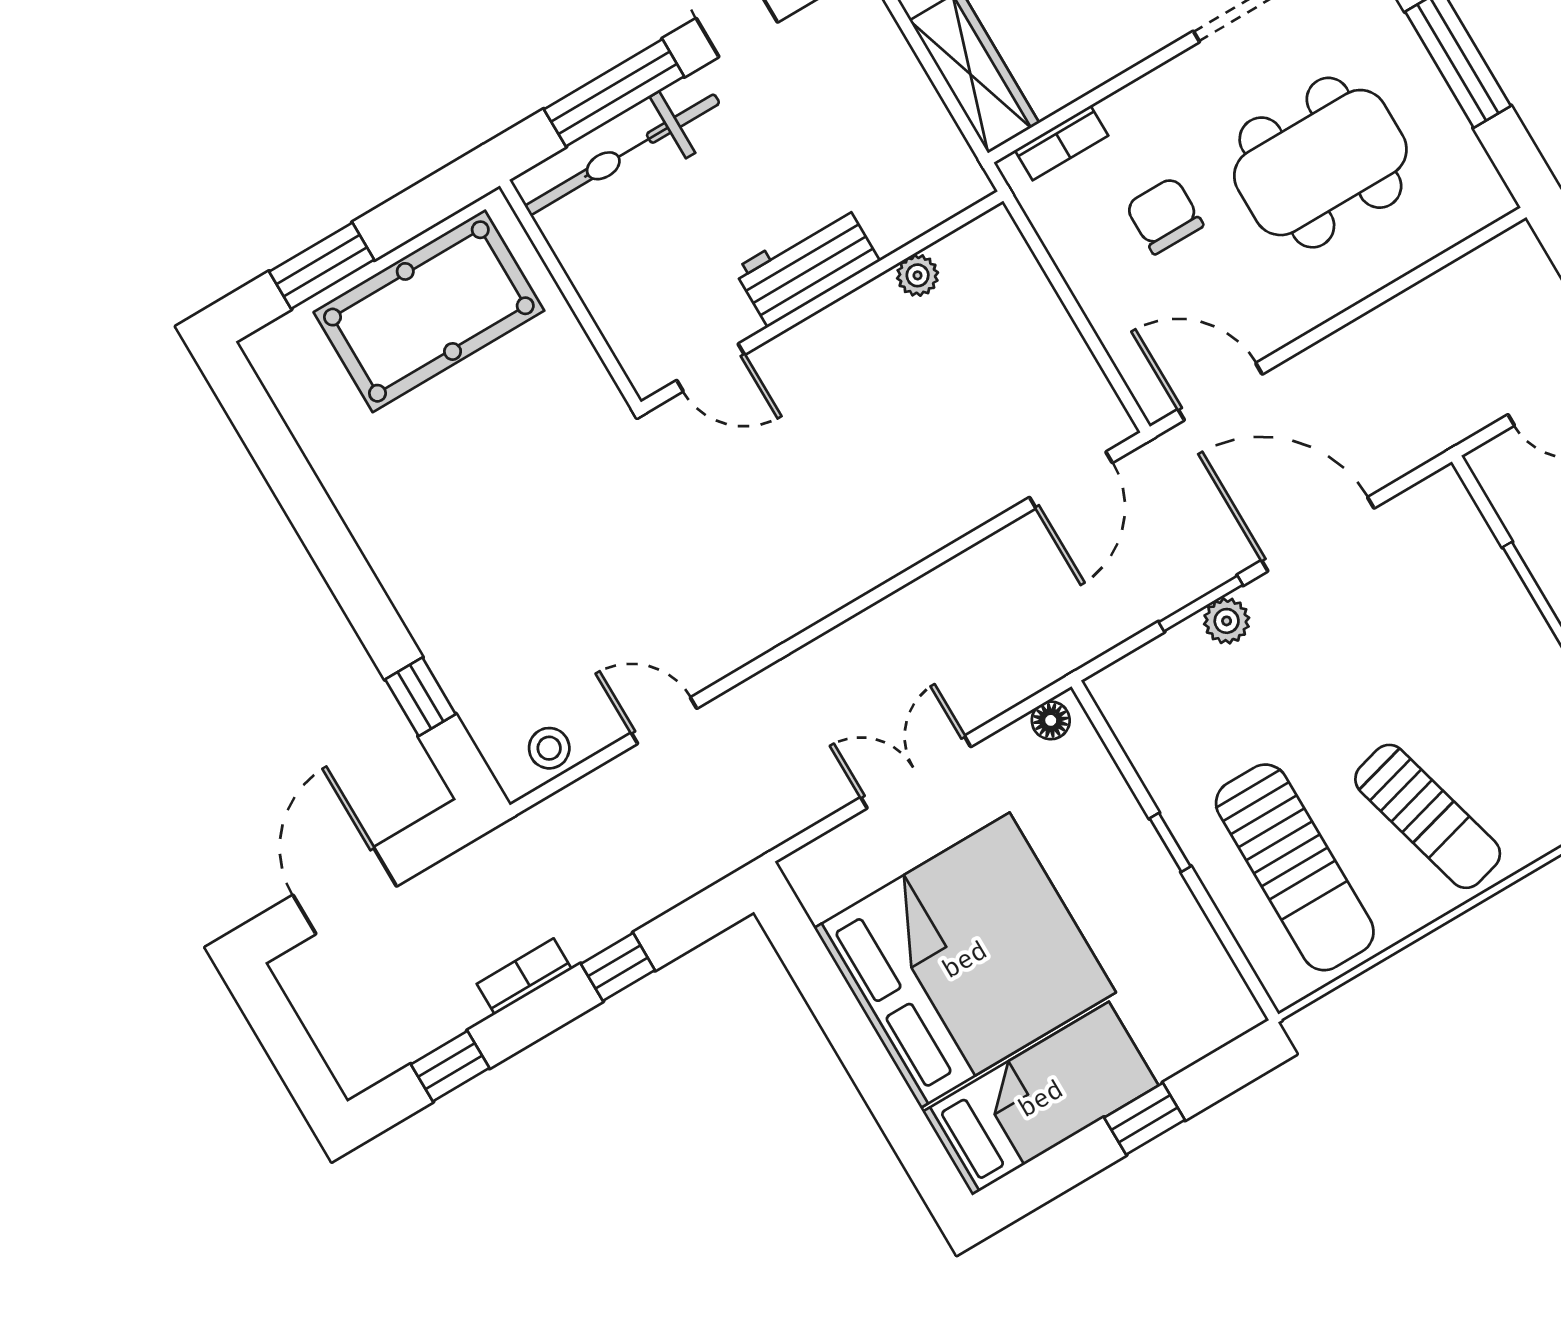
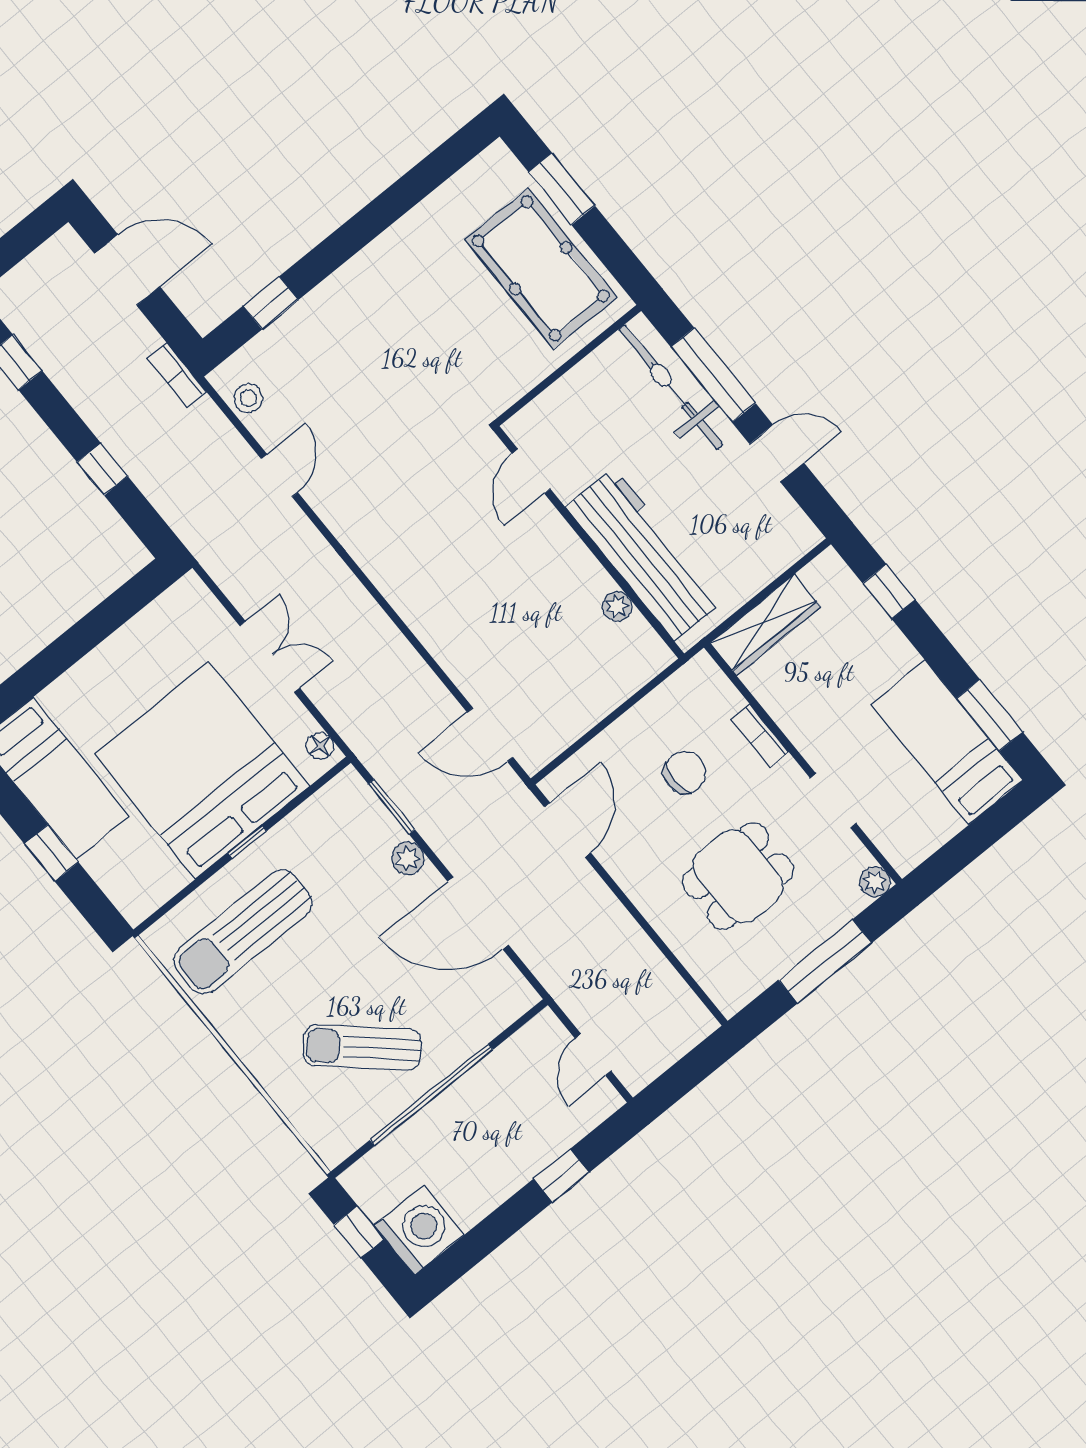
bookcase: (1062, 143) -> (760, 736), moved
dining table: (1320, 163) -> (738, 876), width x0.73
workbench: (807, 265) -> (644, 554), width x1.88, depth x1.32
door: (1318, 534) -> (478, 913), swing flipped
window: (1201, 603) -> (391, 807), moved
sun lounger: (1428, 816) -> (362, 1047), moved, turned 57
bed: (965, 960) -> (202, 770), moved, turned 180
bookcase: (524, 976) -> (177, 375), moved, turned 180

